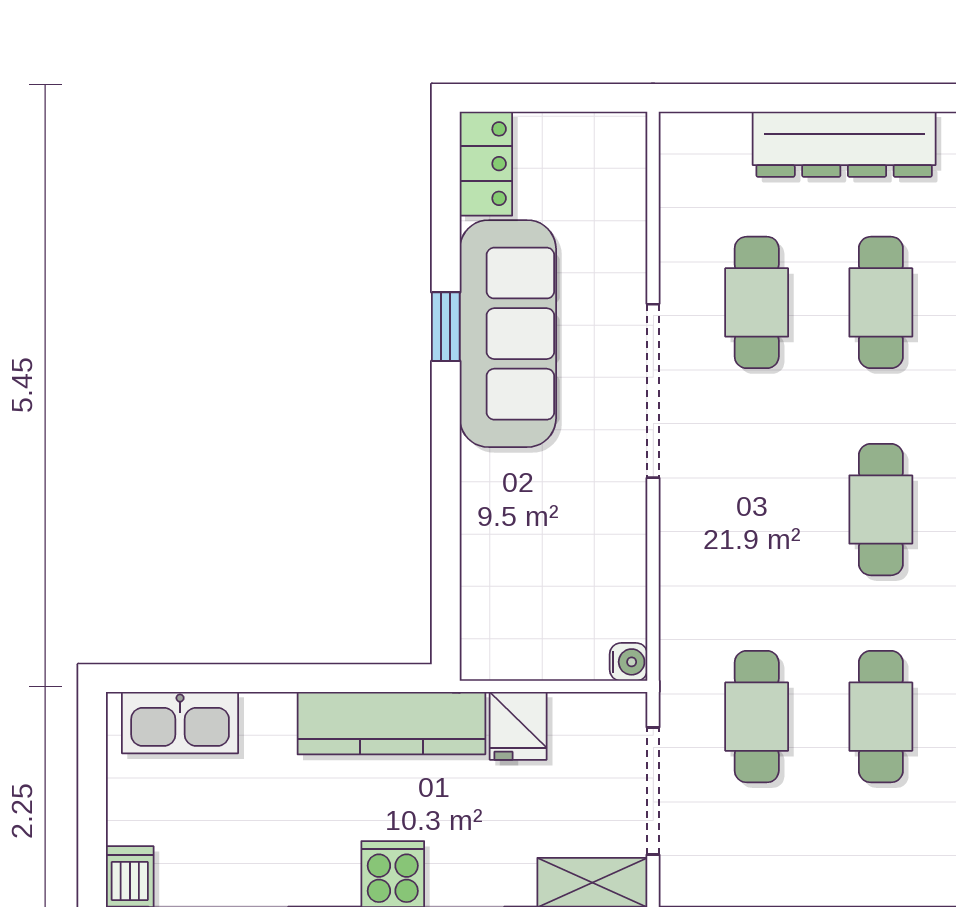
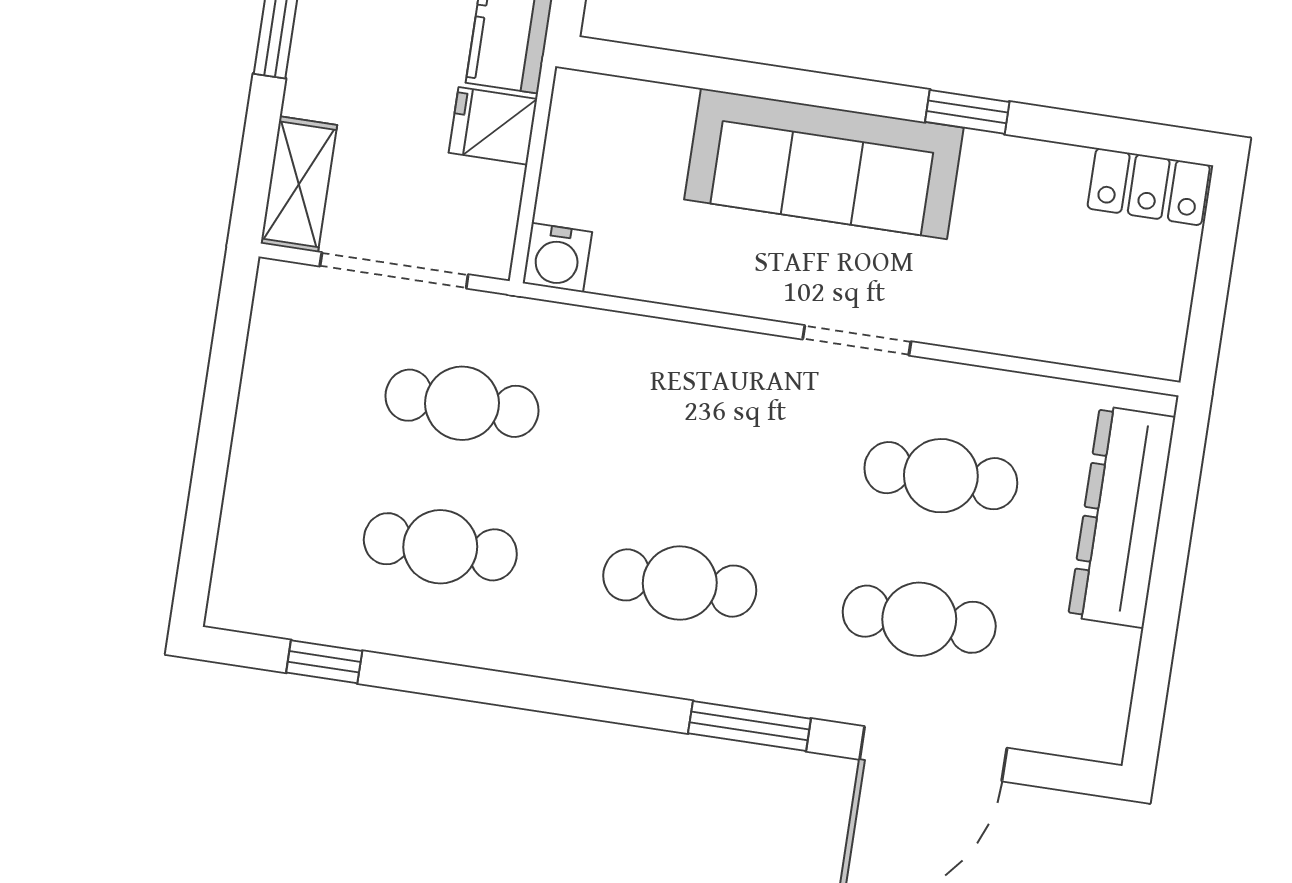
dresser: (844, 144) -> (1122, 517), moved
sofa: (508, 334) -> (824, 164), moved
doorway: (653, 391) -> (857, 340), width x0.53
water cooler: (629, 662) -> (557, 258), width x1.38, depth x1.38

